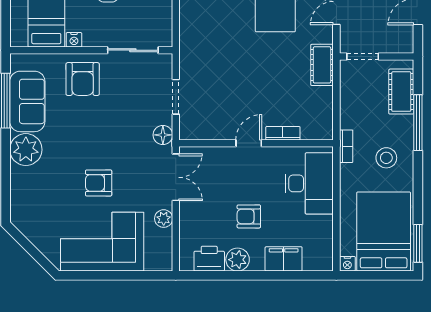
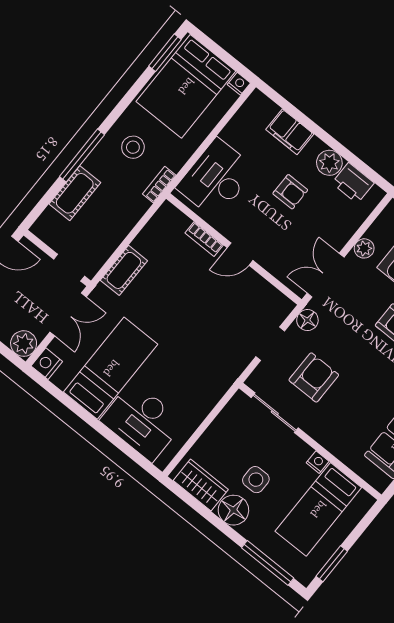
doorway: (363, 57) -> (69, 268), moved
wall: (377, 57) -> (57, 258), moved
armchair: (83, 79) -> (314, 377), moved

